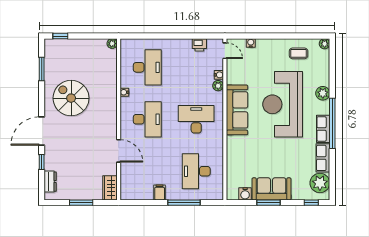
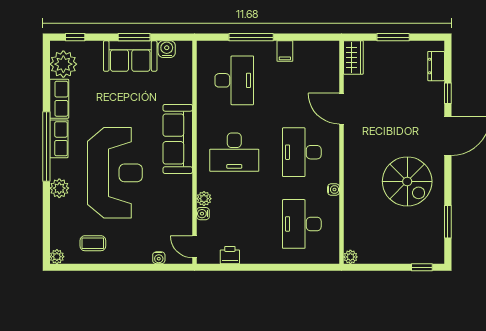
sofa: (237, 110) -> (178, 139), moved

